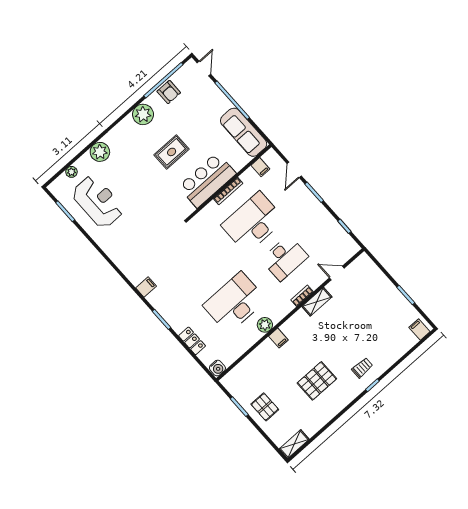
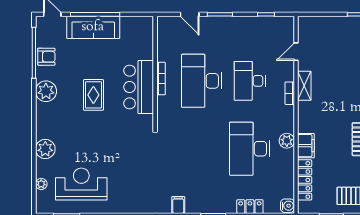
sofa: (244, 132) -> (93, 27), moved
filing cabinet: (260, 167) -> (165, 38), removed
desk: (285, 258) -> (250, 81), turned 180
filing cabinet: (278, 338) -> (306, 146), width x2.00
locker: (248, 364) -> (305, 180), added

